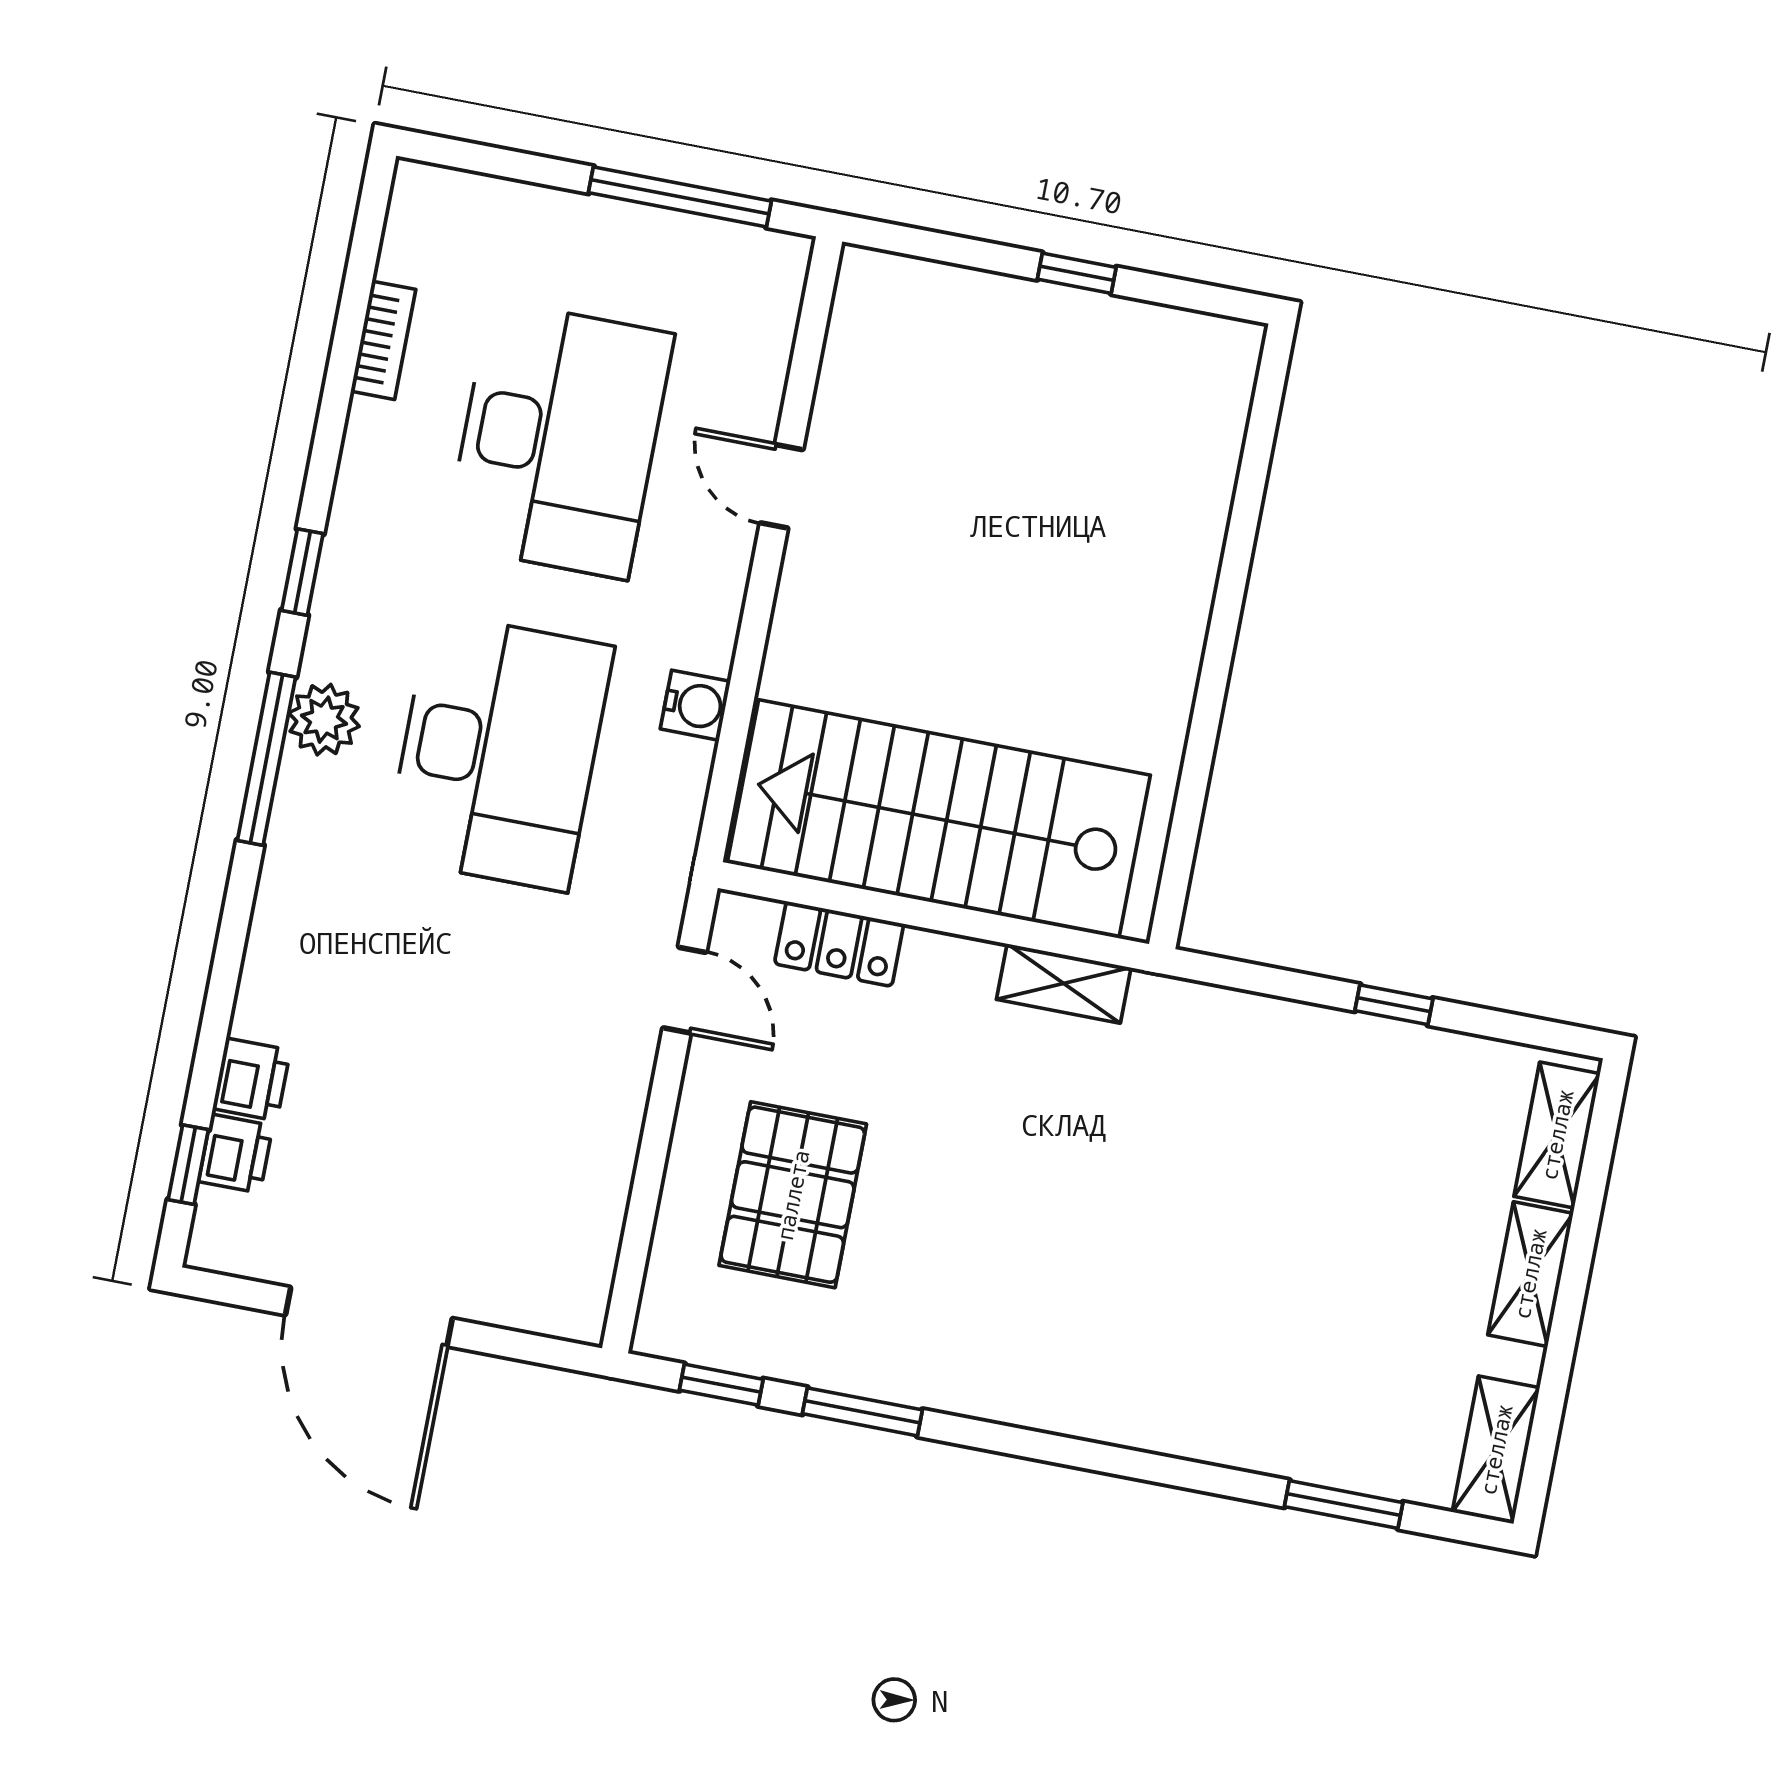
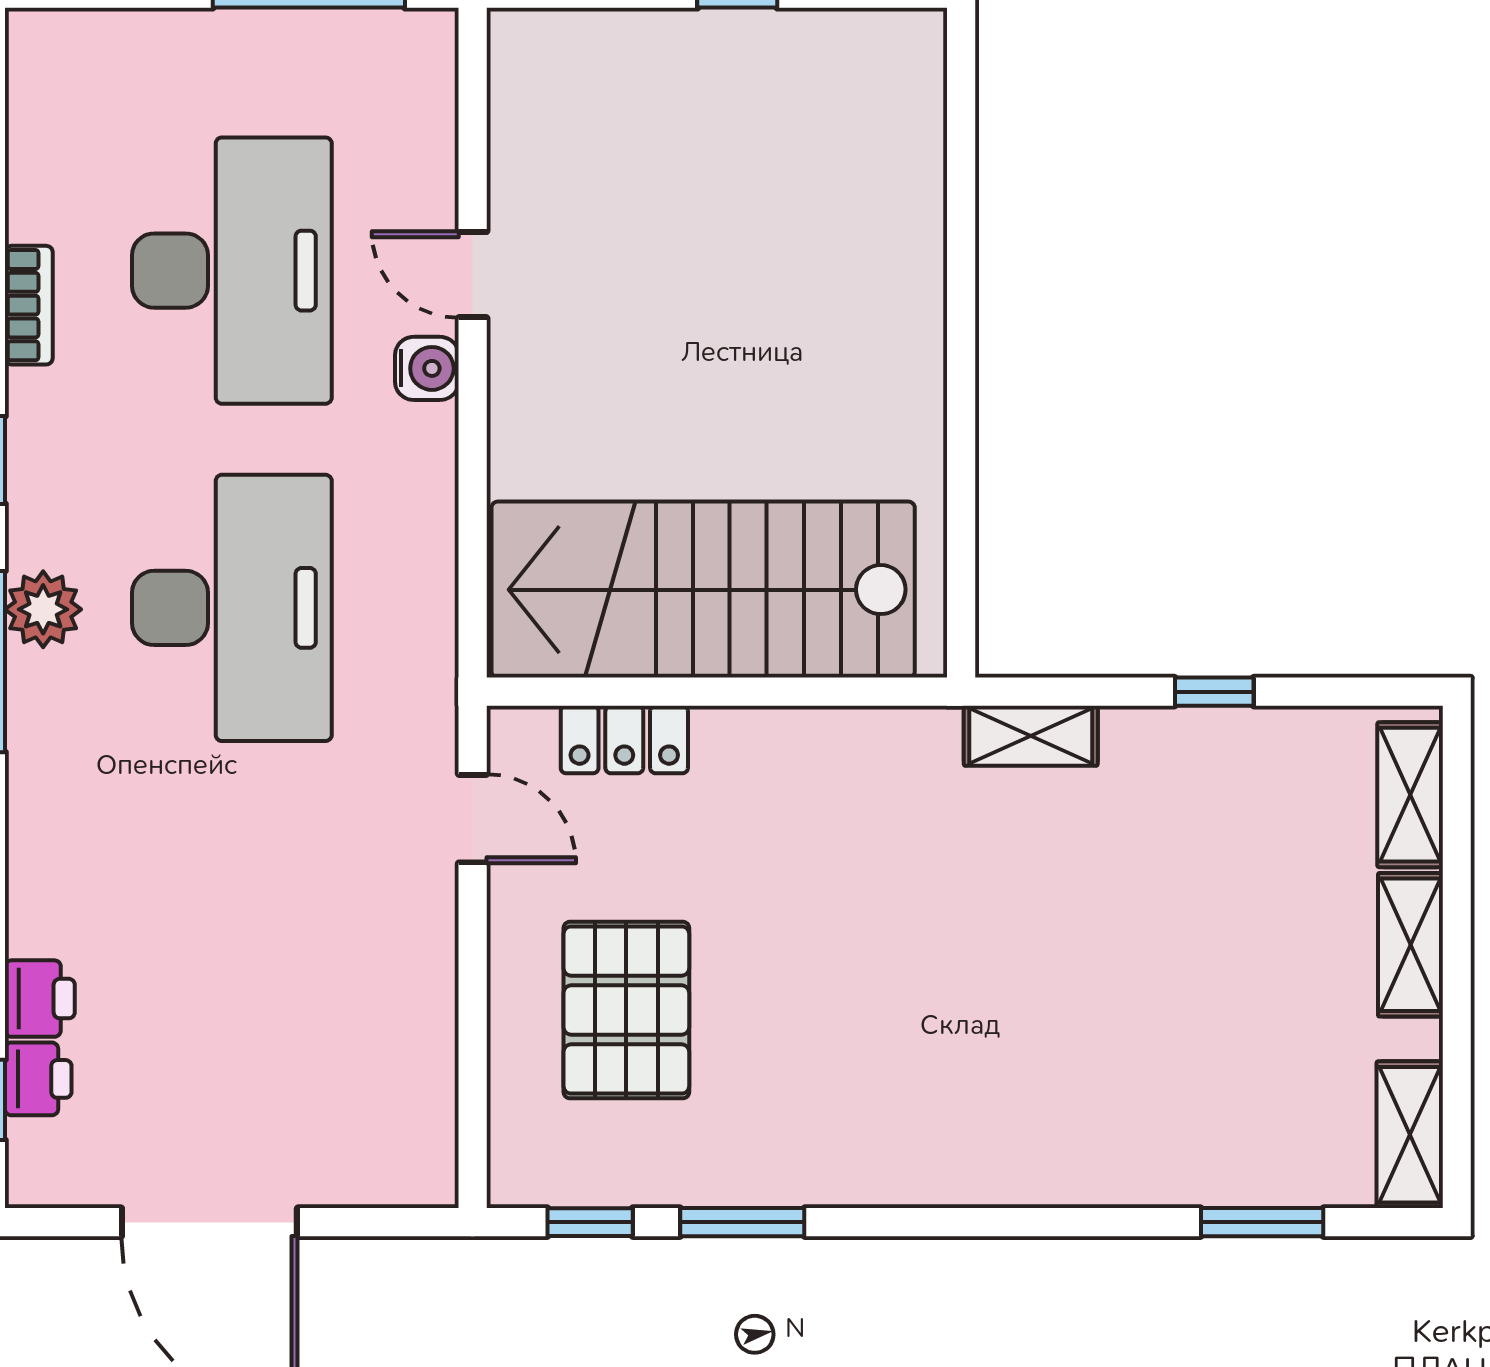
bookcase: (383, 340) -> (29, 305), moved
water cooler: (695, 705) -> (427, 368), moved
shelving: (1064, 983) -> (1031, 736), moved

